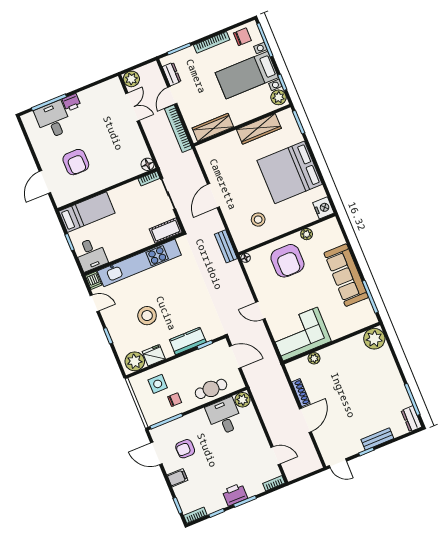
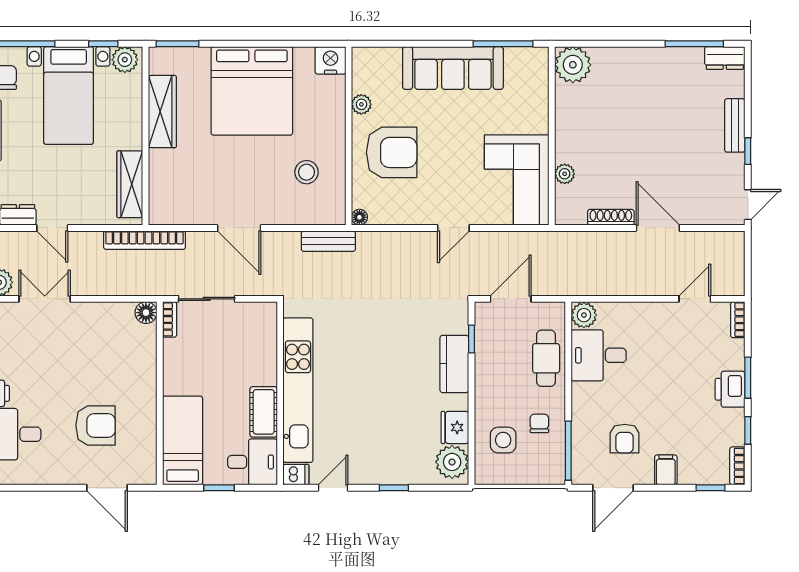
bookcase: (178, 129) -> (145, 240), moved
cot: (166, 231) -> (264, 412), moved
stool: (147, 316) -> (387, 412), removed

